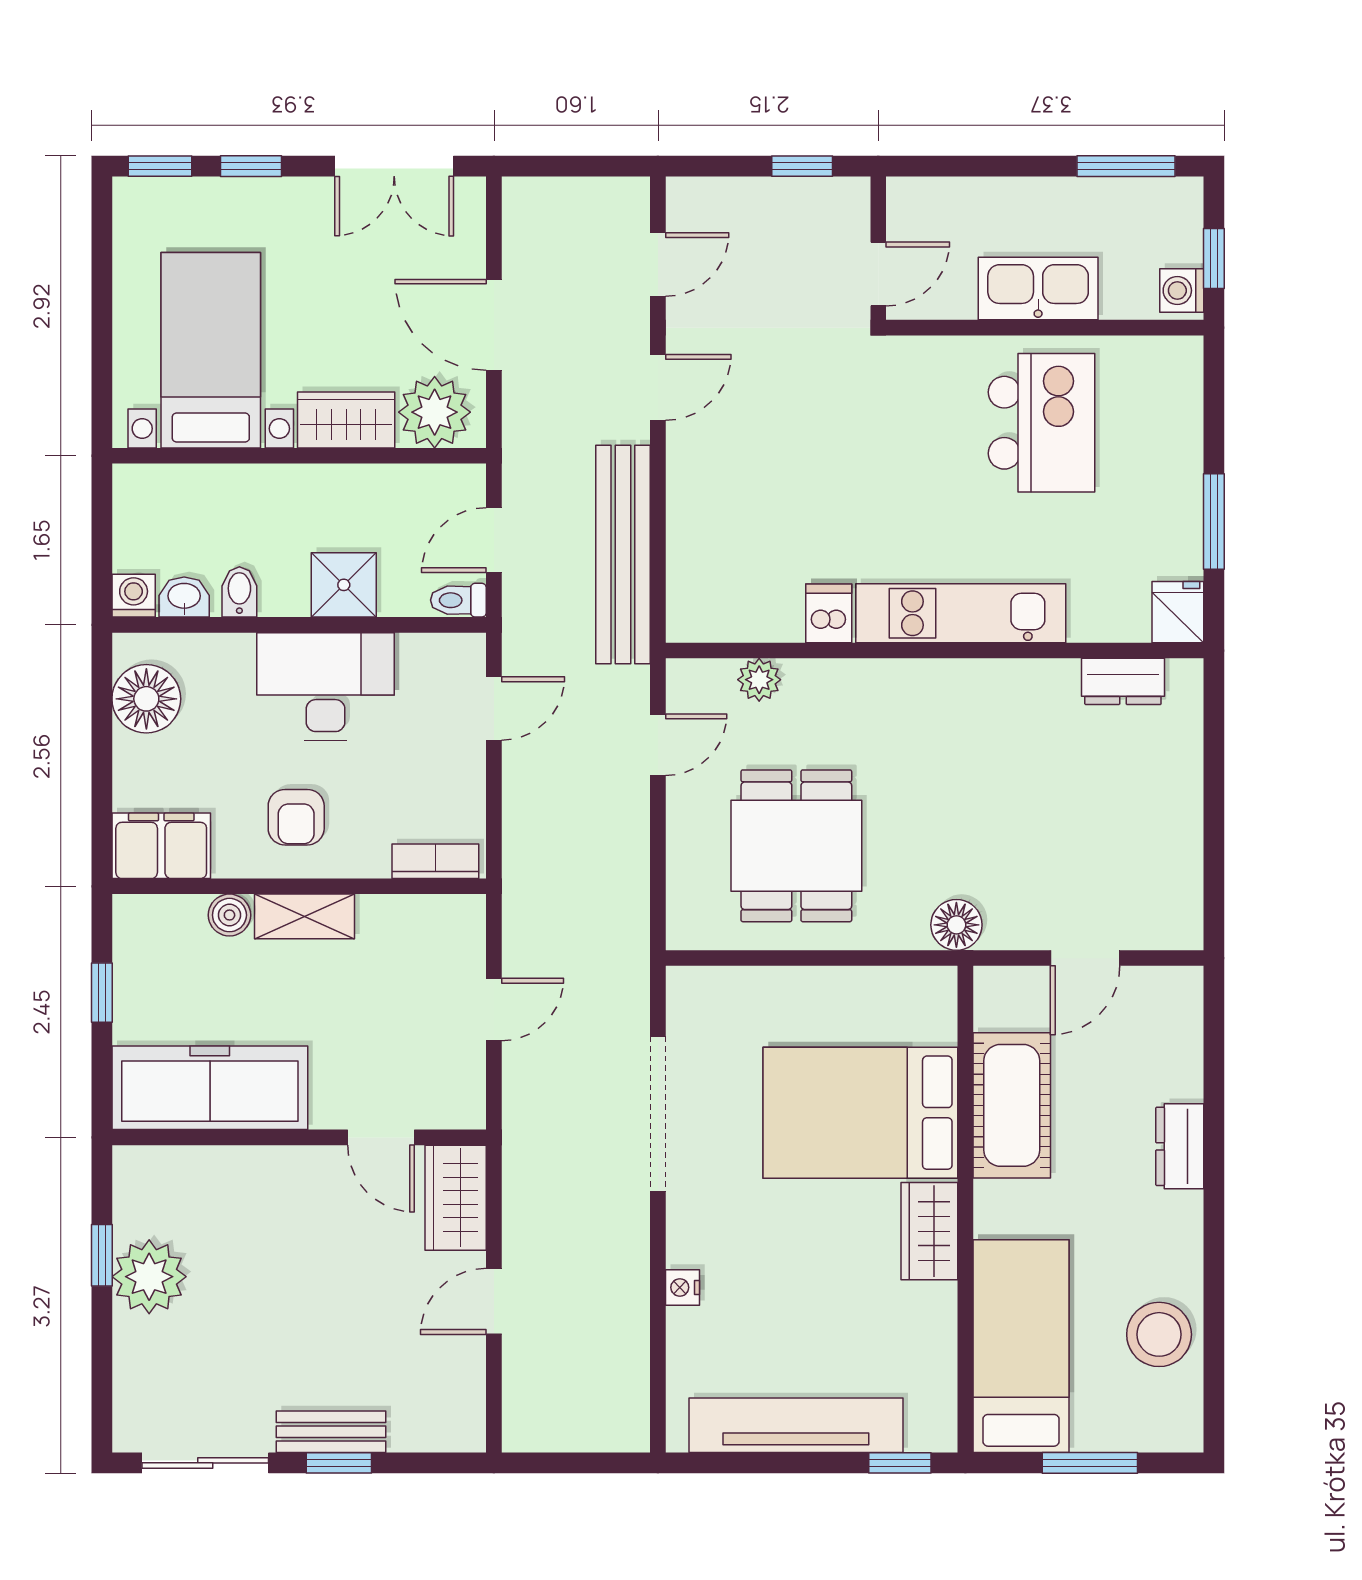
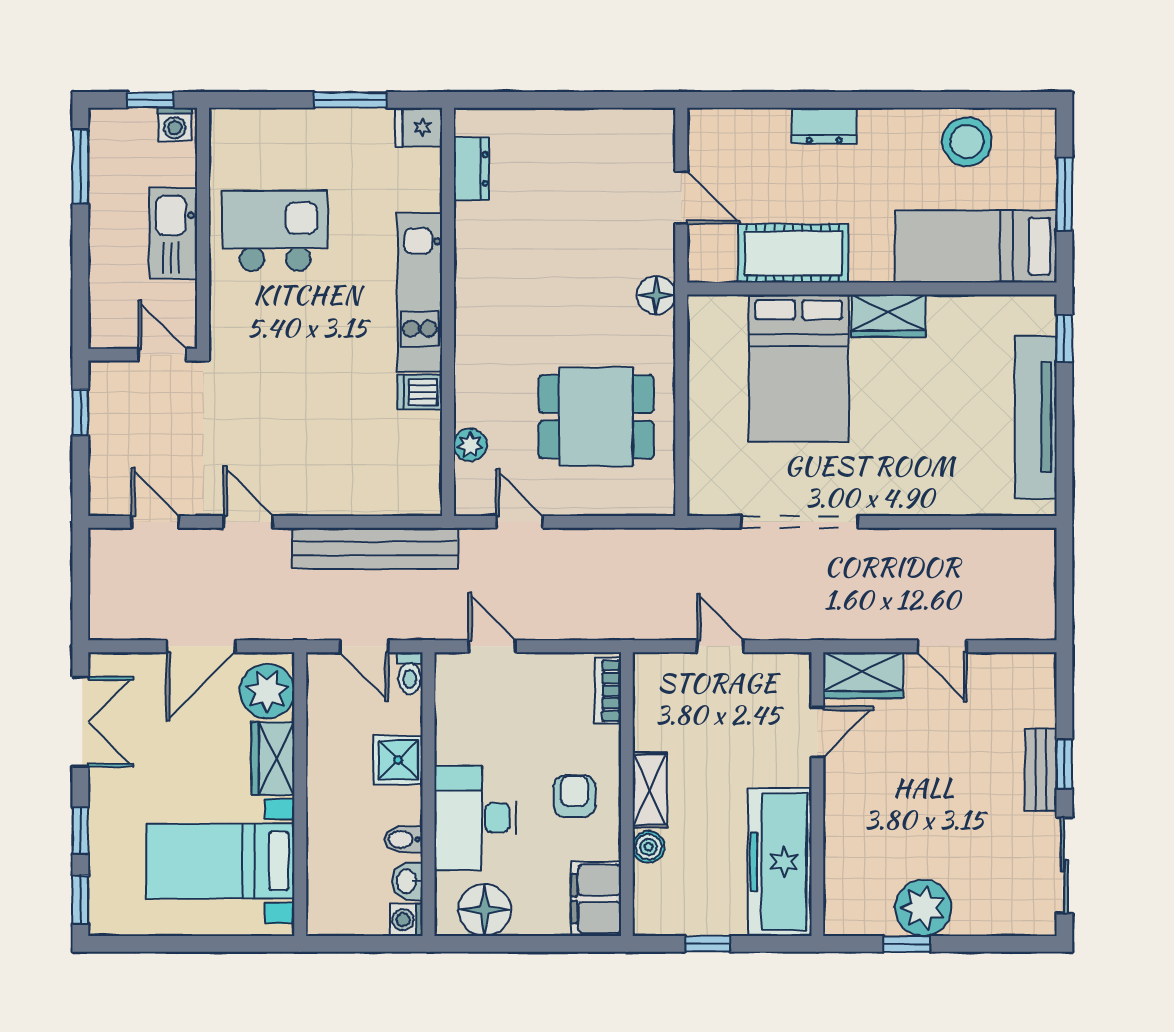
desk: (326, 686) -> (475, 818), moved
armchair: (296, 817) -> (574, 796), turned -90
nightstand: (683, 1287) -> (931, 503), removed

